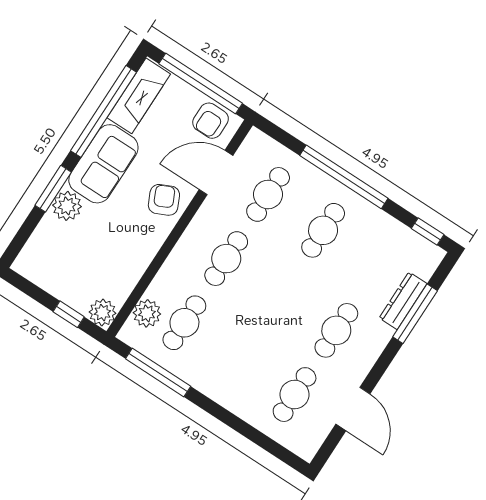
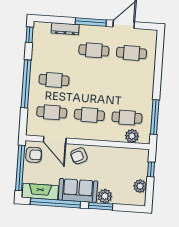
plant: (102, 313) -> (140, 186), moved
window: (415, 314) -> (91, 22), moved

